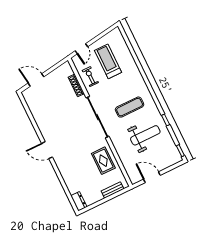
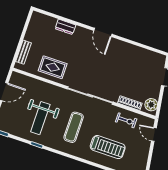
treadmill: (108, 61) -> (108, 147), moved
plant: (63, 70) -> (151, 105), added
door: (47, 150) -> (103, 32), swing flipped
dresser: (79, 201) -> (65, 27), moved

